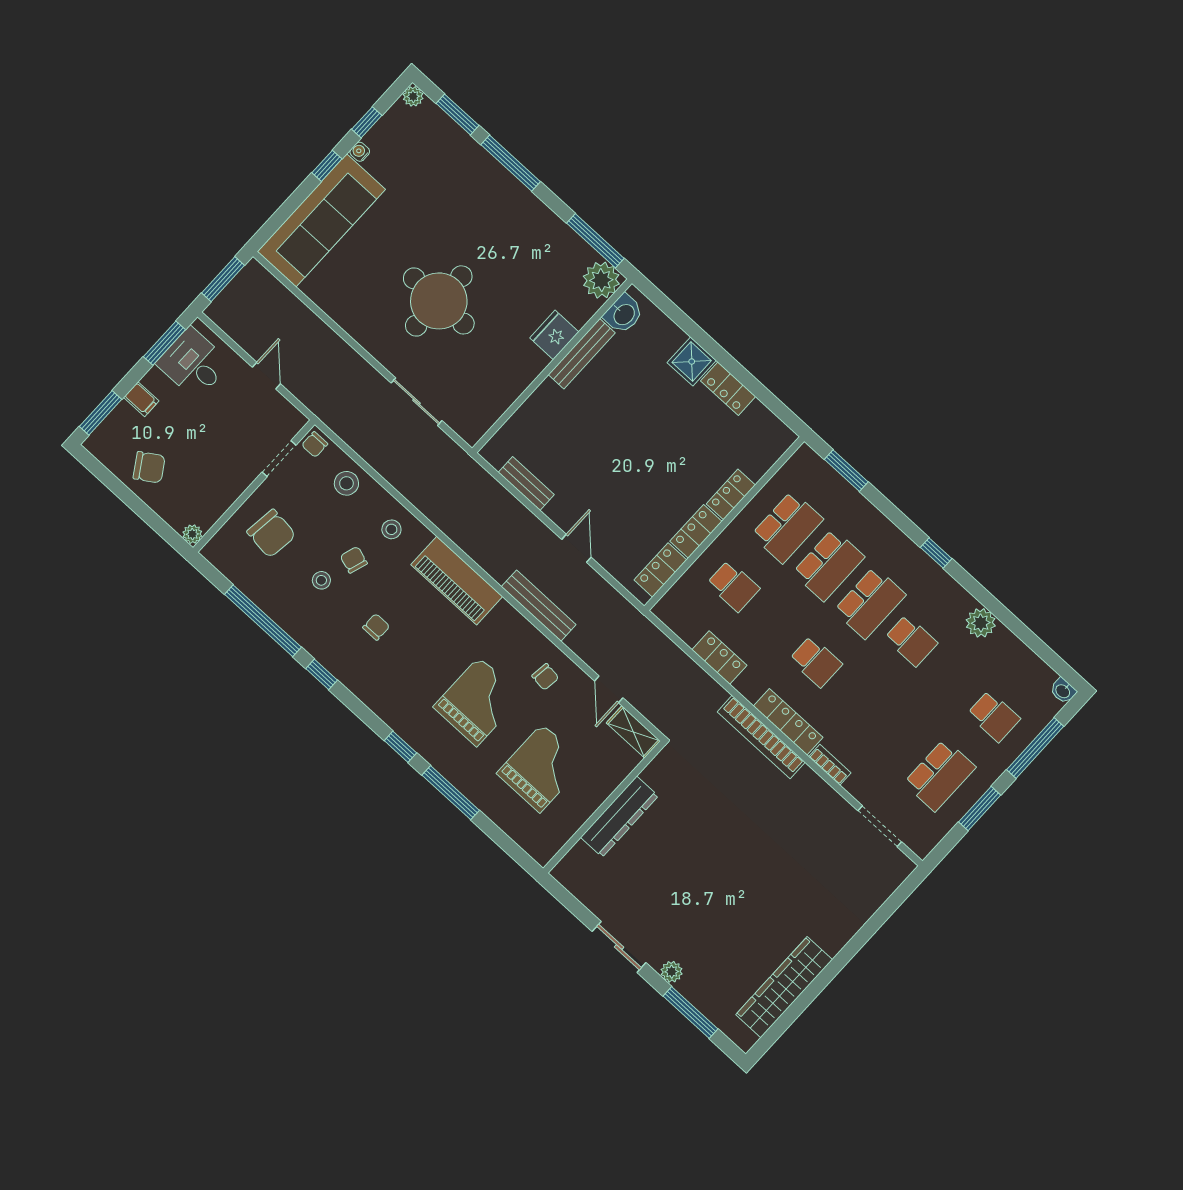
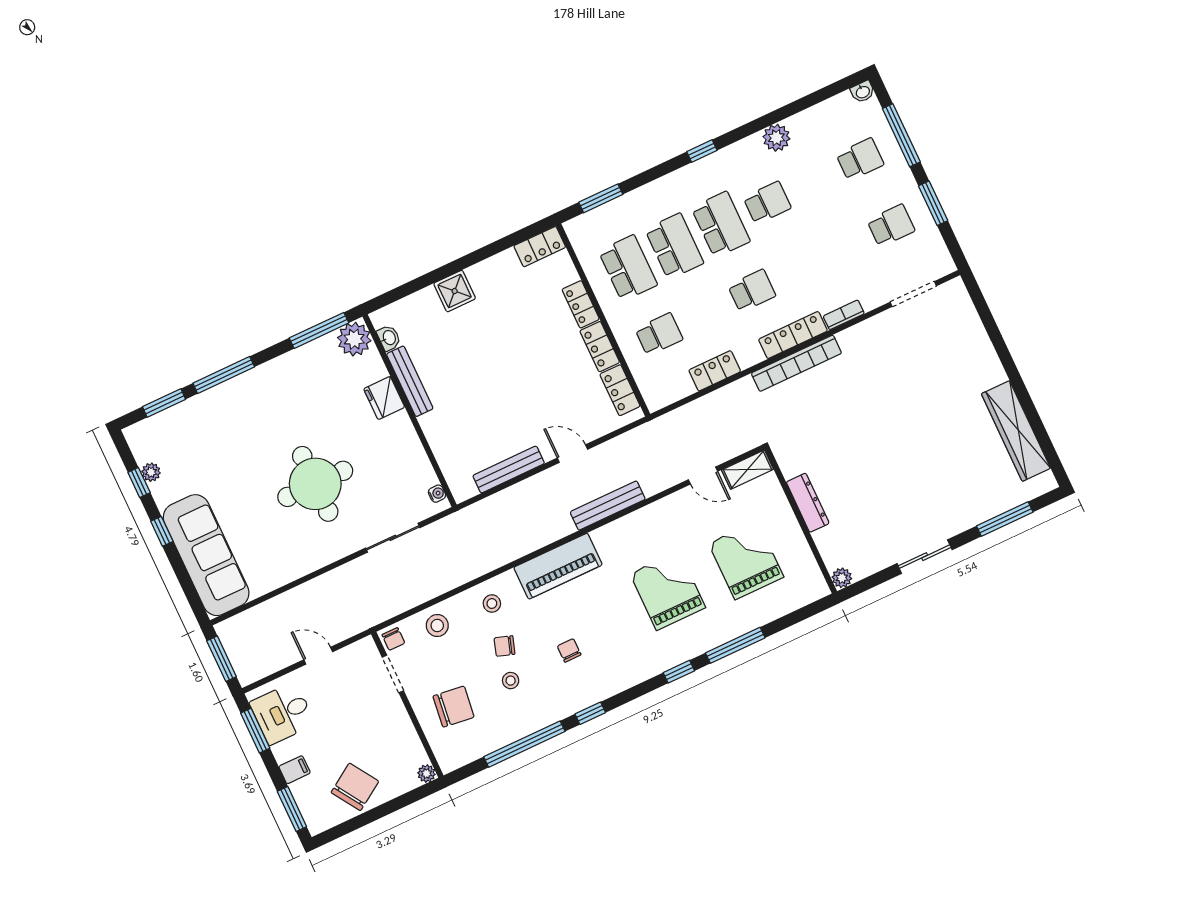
plant: (413, 96) -> (151, 472), moved
water cooler: (360, 152) -> (437, 494), moved, turned 180
washbasin: (624, 314) -> (389, 338), width x0.72, depth x0.69
locker: (728, 389) -> (540, 247), moved
chair: (149, 467) -> (355, 787), width x1.37, depth x1.37
bench: (526, 484) -> (509, 469), width x1.36
chair: (545, 677) -> (670, 525), removed
school desk: (940, 775) -> (891, 226), width x0.54
dresser: (619, 817) -> (808, 503), width x0.73, depth x0.80
plant: (672, 972) -> (842, 578), moved

